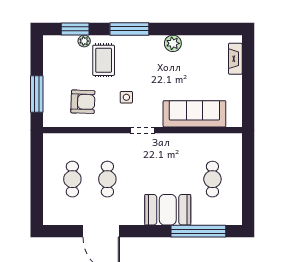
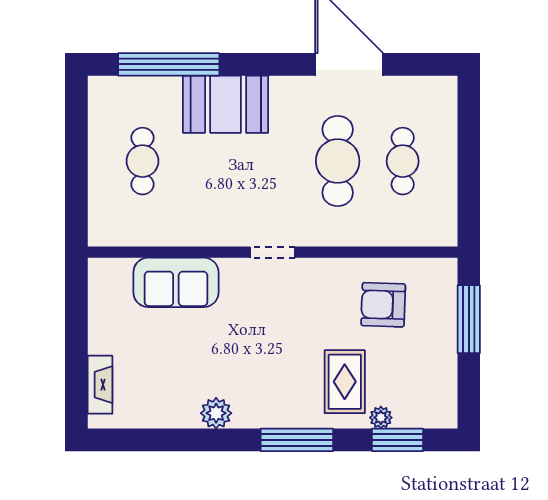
side table: (126, 97) -> (302, 313), removed
sofa: (194, 114) -> (176, 282), width x0.73
cafe table: (107, 179) -> (338, 161), width x1.37, depth x1.35

